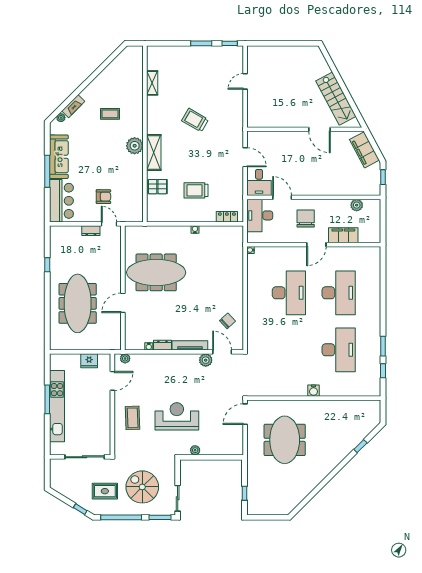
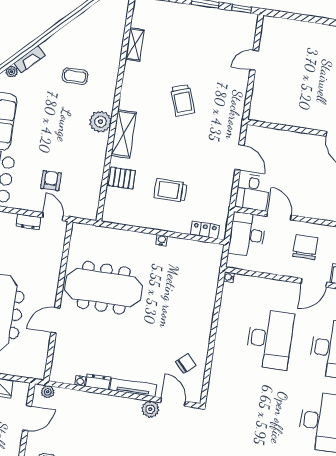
trolley: (195, 120) -> (183, 100), turned -139
armchair: (103, 197) -> (51, 181), turned -90

